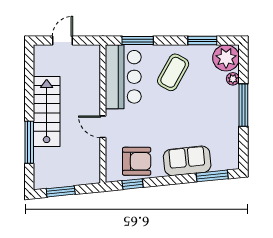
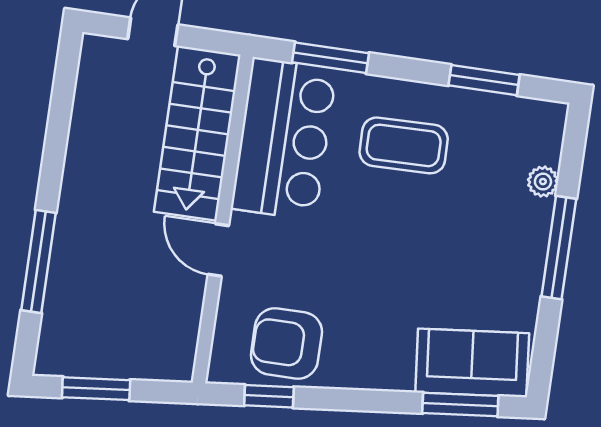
plant: (226, 58) -> (534, 130), removed
coffee table: (173, 72) -> (404, 145), turned 60
stairs: (47, 112) -> (197, 133), moved, turned 180
armchair: (137, 161) -> (286, 343), turned 180
sofa: (187, 161) -> (472, 363), moved

